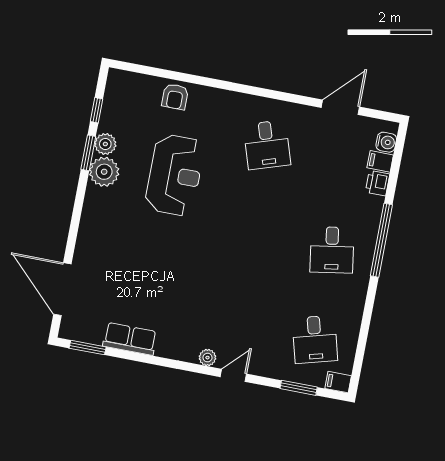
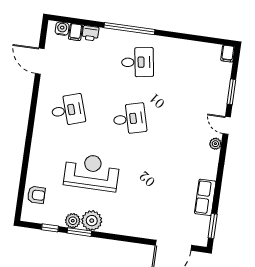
armchair: (175, 97) -> (36, 195), moved
desk: (315, 339) -> (130, 119), moved
window: (299, 388) -> (231, 92), moved

